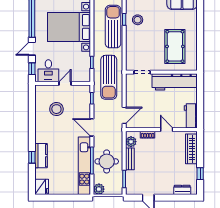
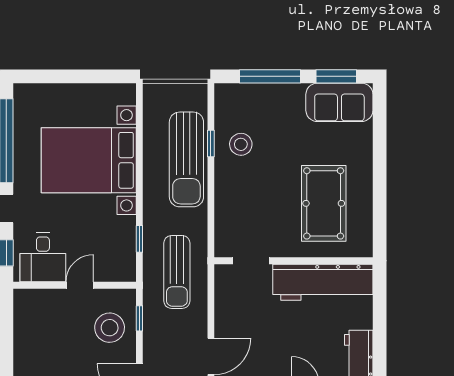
sun lounger: (113, 27) -> (186, 159), turned 180
sun lounger: (109, 77) -> (177, 272), width x0.73, depth x0.75
stool: (56, 109) -> (110, 328), moved

